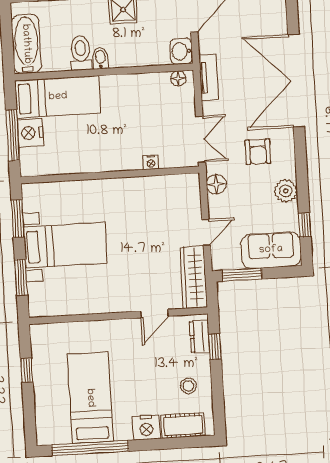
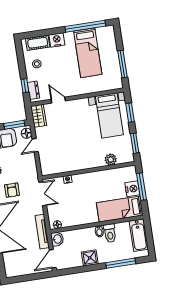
tv unit: (209, 77) -> (42, 232), width x1.41
double door: (201, 139) -> (43, 194), swing flipped
armchair: (258, 152) -> (12, 190), turned 180
floor lamp: (216, 184) -> (26, 133), moved
plant: (66, 192) -> (111, 160), added
bed with nightstands: (65, 245) -> (109, 115), moved, turned -90
wardrobe: (194, 277) -> (39, 116), width x0.67
door: (154, 314) -> (58, 100), hinge flipped
window: (27, 370) -> (122, 64), width x2.17

